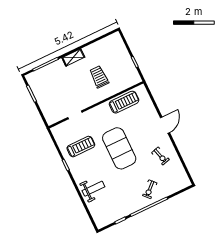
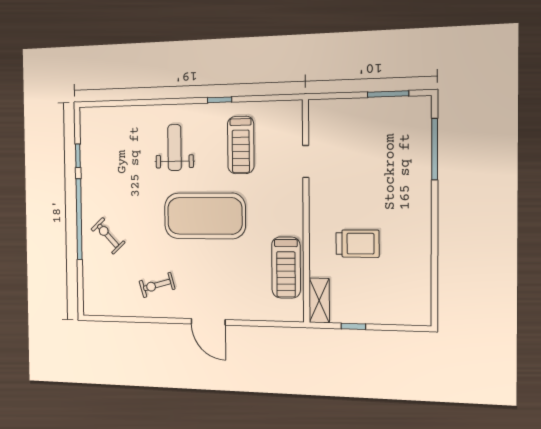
shelving: (73, 57) -> (319, 300), moved
weight bench: (93, 189) -> (175, 148), moved, turned 180

